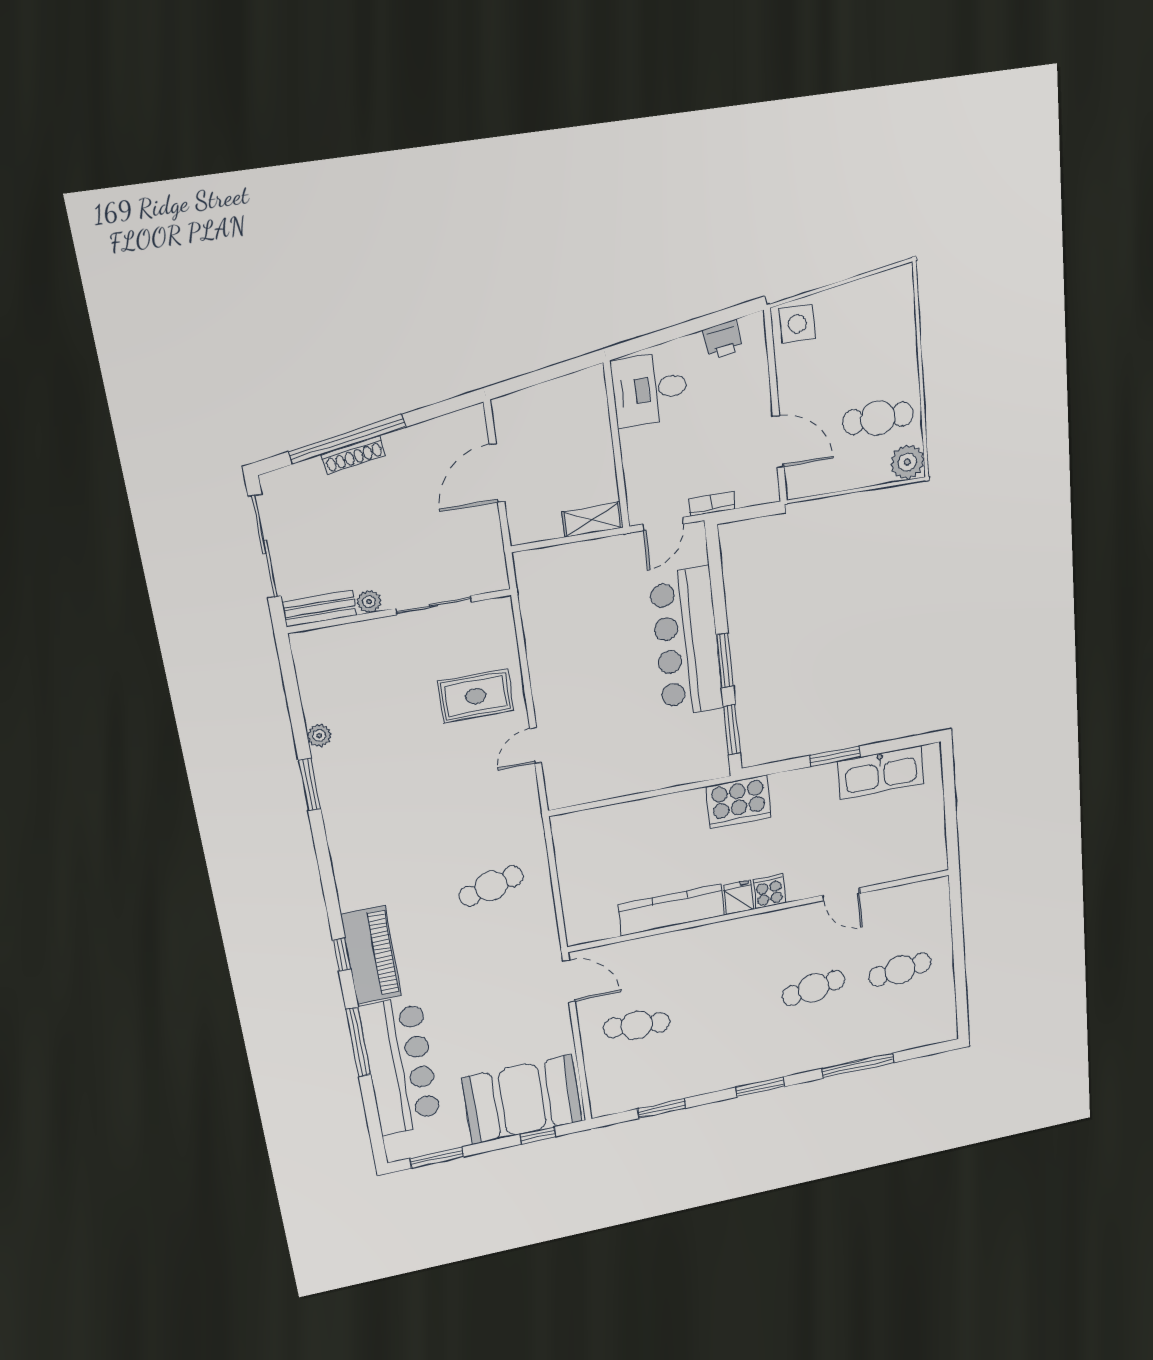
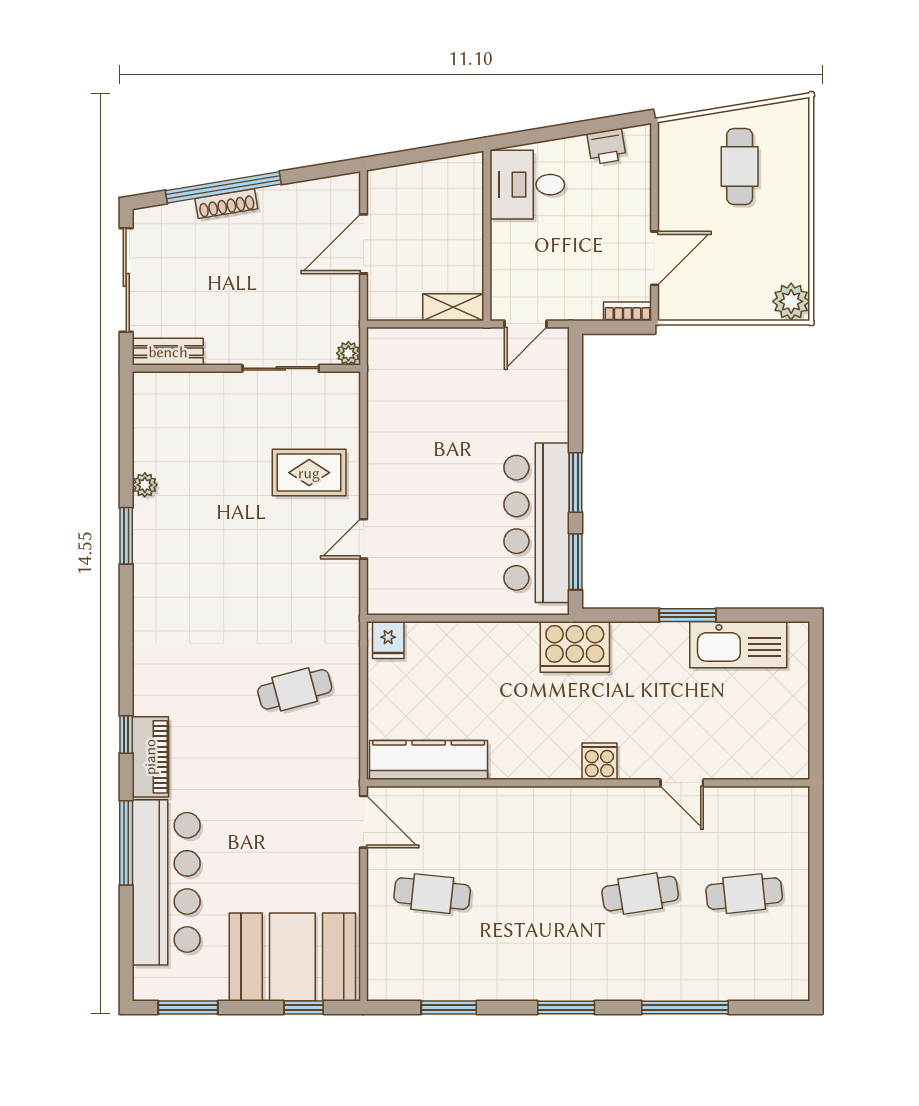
side table: (797, 324) -> (684, 142), removed
cafe table: (878, 418) -> (740, 166), moved, turned 90
door: (778, 442) -> (655, 258), hinge flipped
bookcase: (712, 504) -> (628, 311), moved
plant: (369, 602) -> (348, 353), moved
bar counter: (687, 642) -> (537, 523), moved
fridge: (739, 897) -> (388, 640), moved, turned 180
kitchen counter: (671, 910) -> (429, 760), moved
piano: (371, 955) -> (150, 757), width x0.73, depth x0.75

